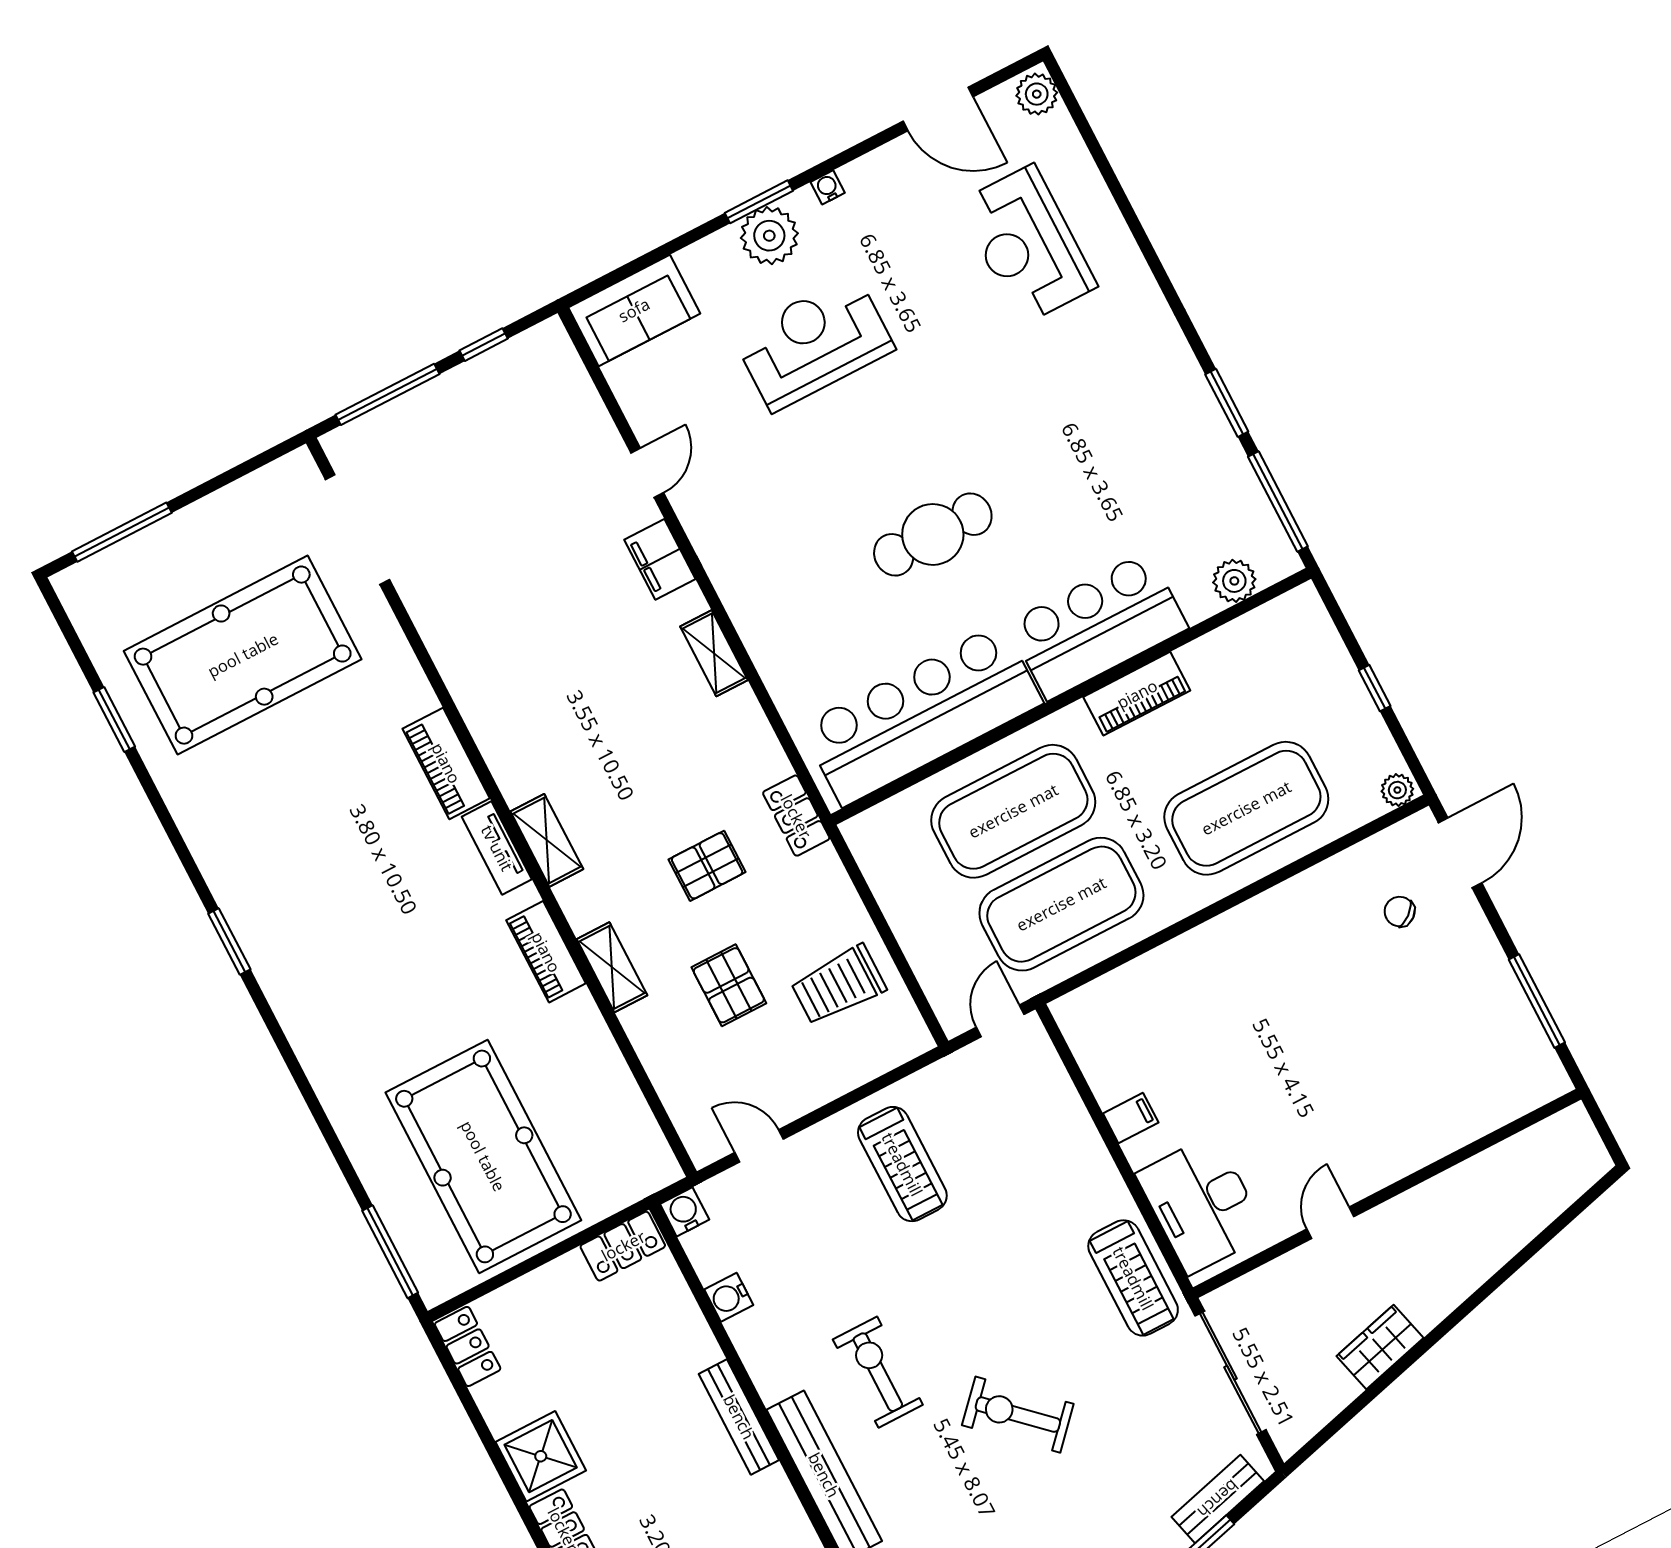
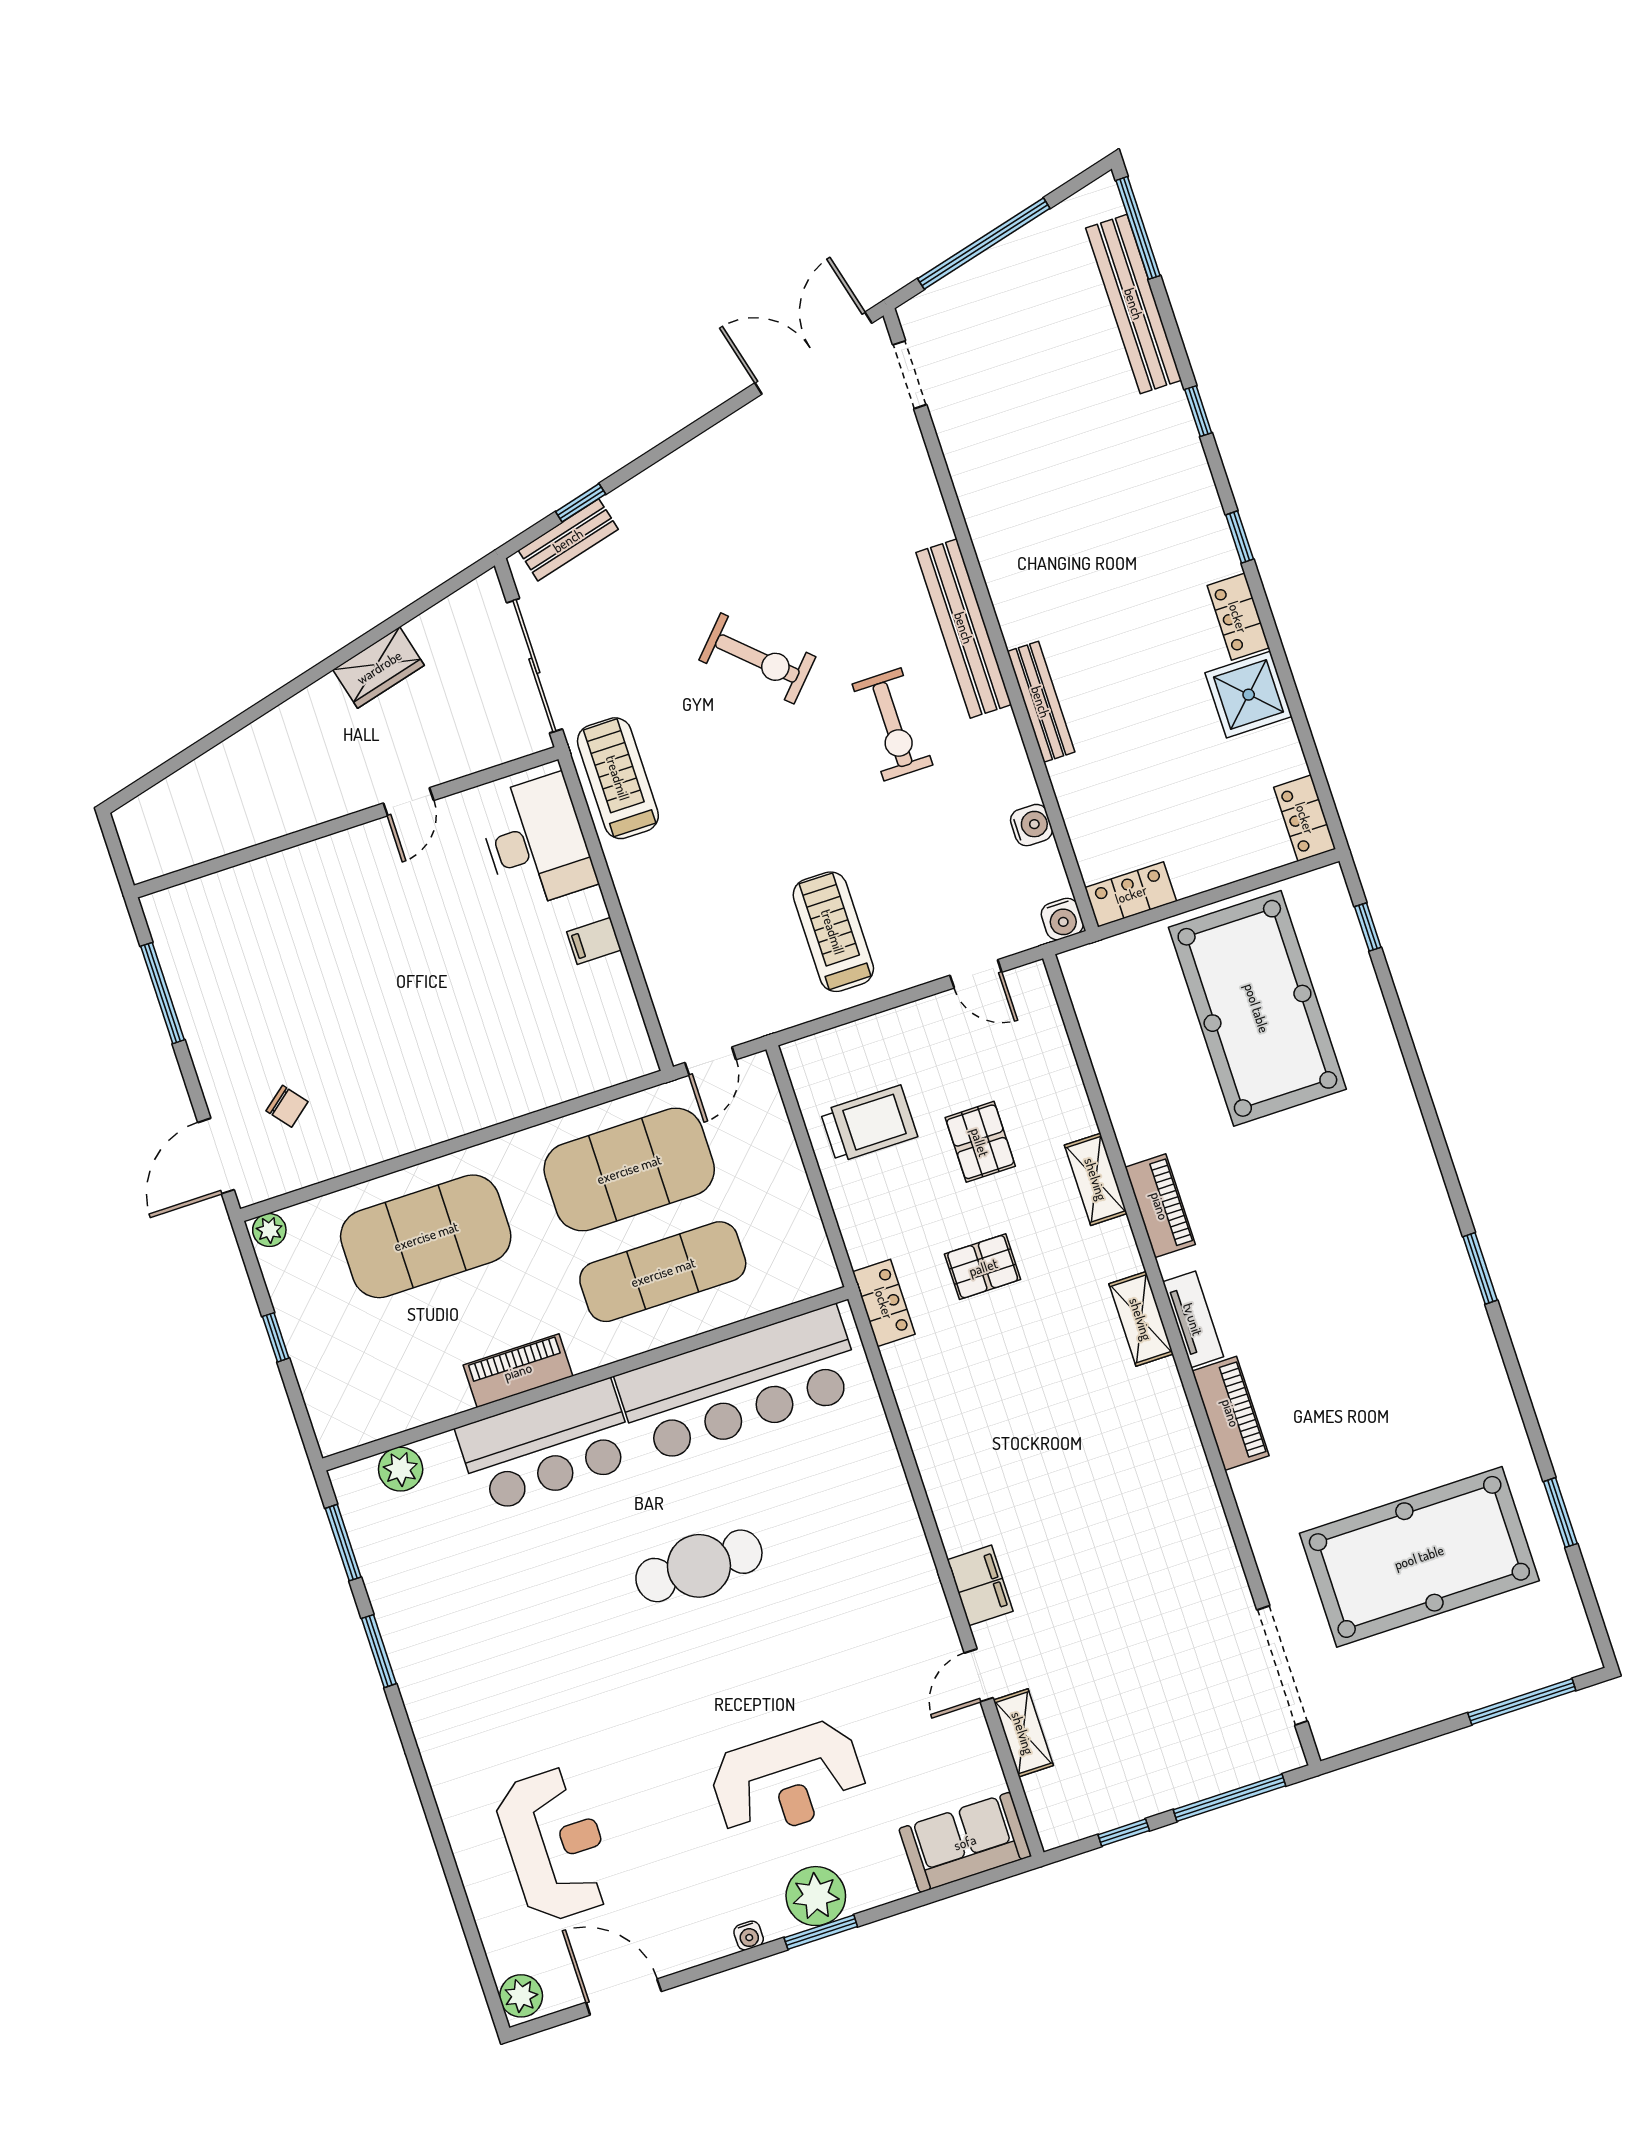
window: (1278, 501) -> (343, 1543), width x0.69
shelving: (714, 653) -> (1023, 1733), moved
exercise mat: (1013, 811) -> (663, 1272), width x0.68
window: (390, 1252) -> (1368, 927), width x0.46

